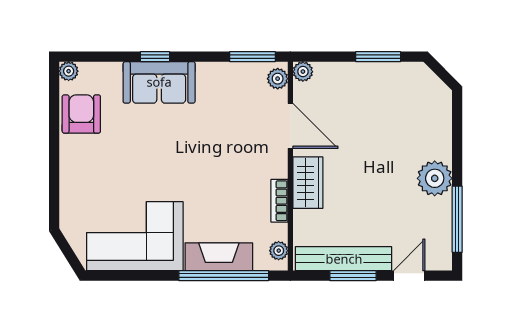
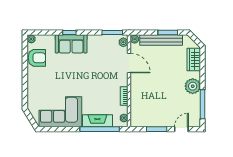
armchair: (81, 114) -> (37, 58), turned 90
wardrobe: (308, 183) -> (194, 59), moved, turned 180
bench: (344, 259) -> (161, 40), moved

